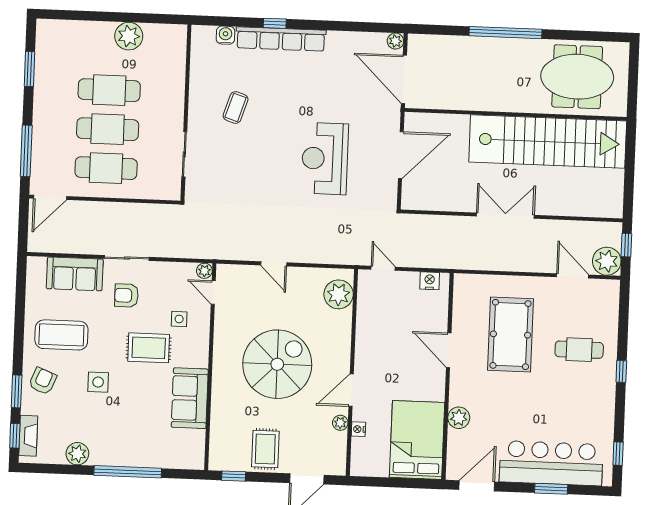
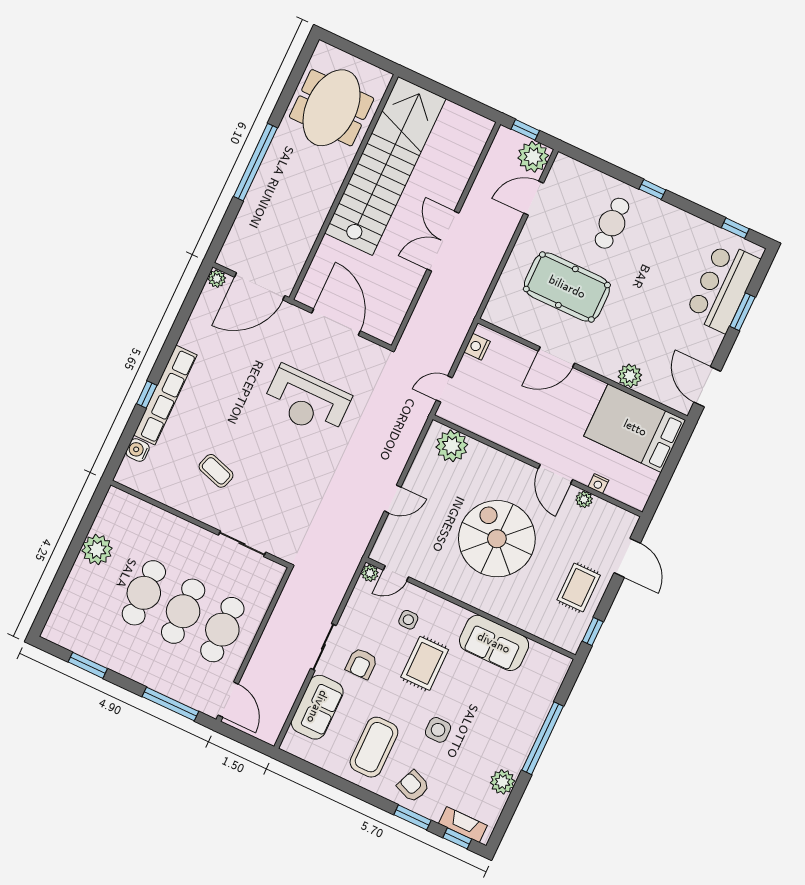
rug: (265, 449) -> (579, 587), turned 90
bar counter: (551, 463) -> (723, 287), width x0.73

